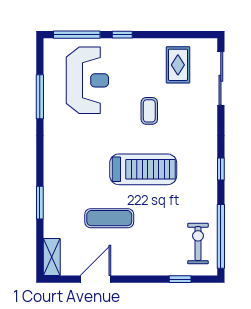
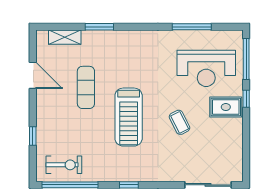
rug: (178, 65) -> (226, 107), moved
coffee table: (149, 111) -> (180, 122), turned 63
shelving: (52, 257) -> (65, 37), moved
window: (180, 279) -> (33, 136), moved

